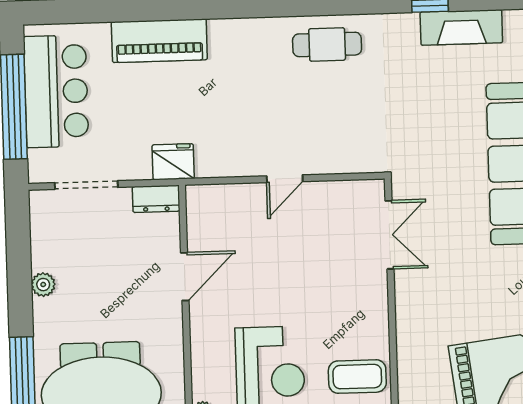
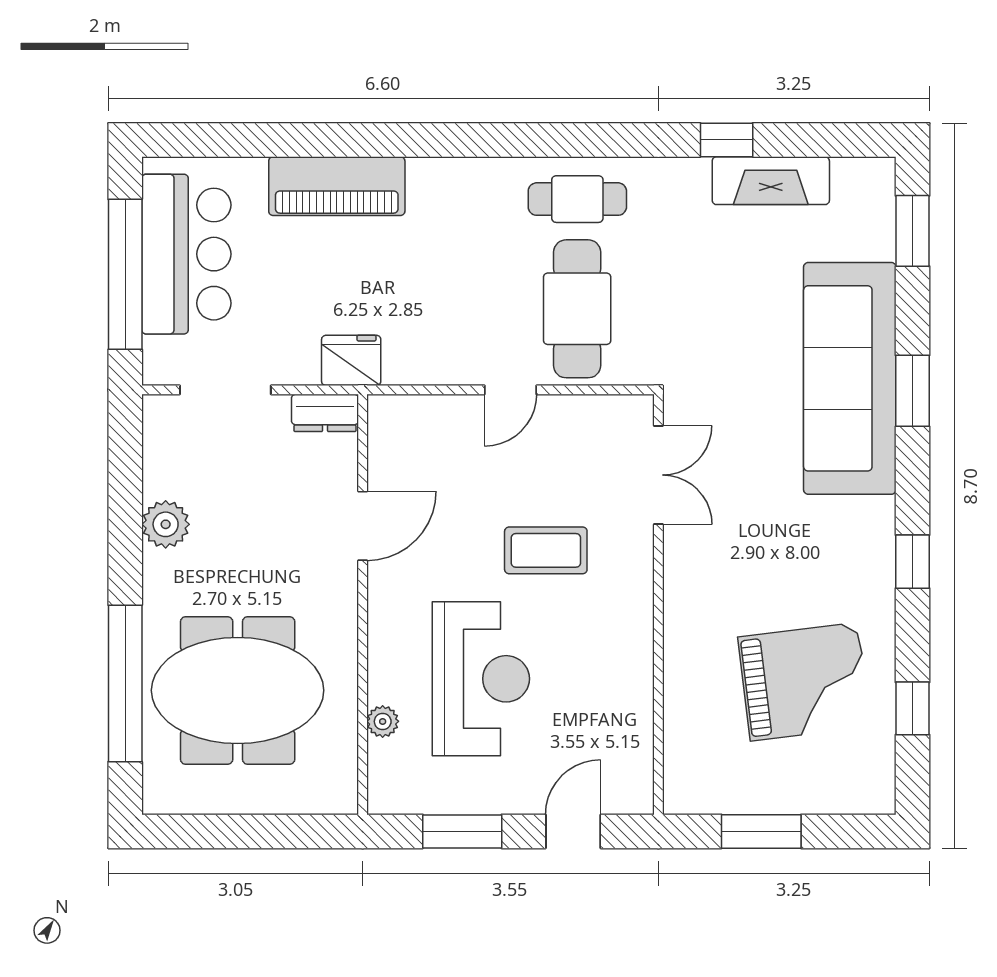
cafe table: (329, 121) -> (577, 309), added
plant: (43, 285) -> (166, 524), width x1.38, depth x1.38
coffee table: (357, 377) -> (546, 550), moved

